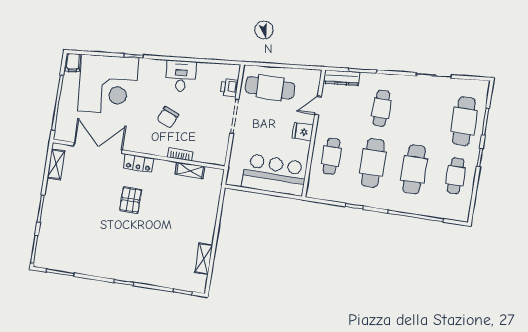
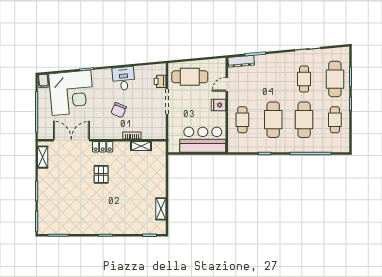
cafe table: (381, 108) -> (304, 79), moved

